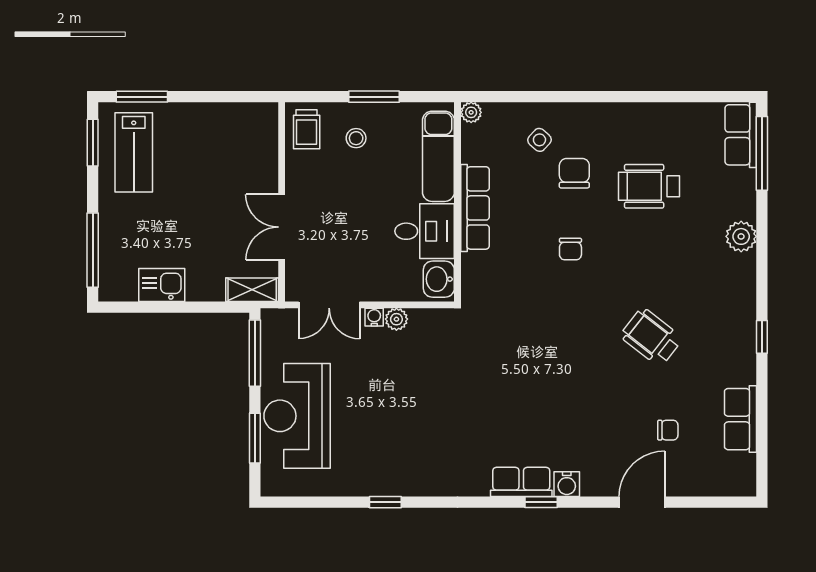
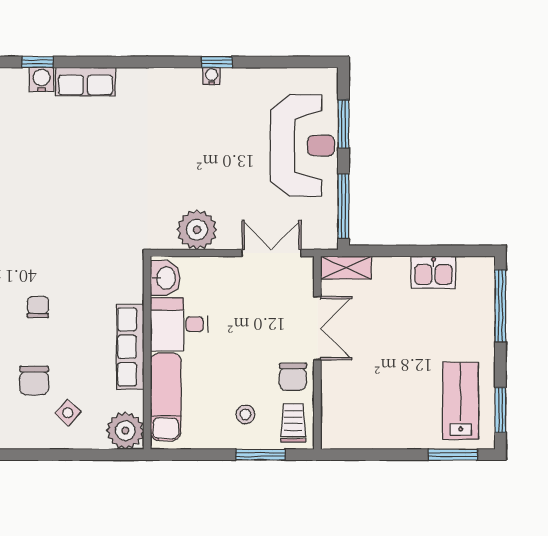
window: (374, 97) -> (260, 455), moved
plant: (471, 112) -> (125, 431), width x1.87, depth x1.87
chair: (307, 177) -> (293, 377), added
water cooler: (374, 317) -> (212, 76), moved, turned 180
plant: (396, 319) -> (197, 230), width x1.87, depth x1.87
window: (541, 502) -> (37, 62), moved

